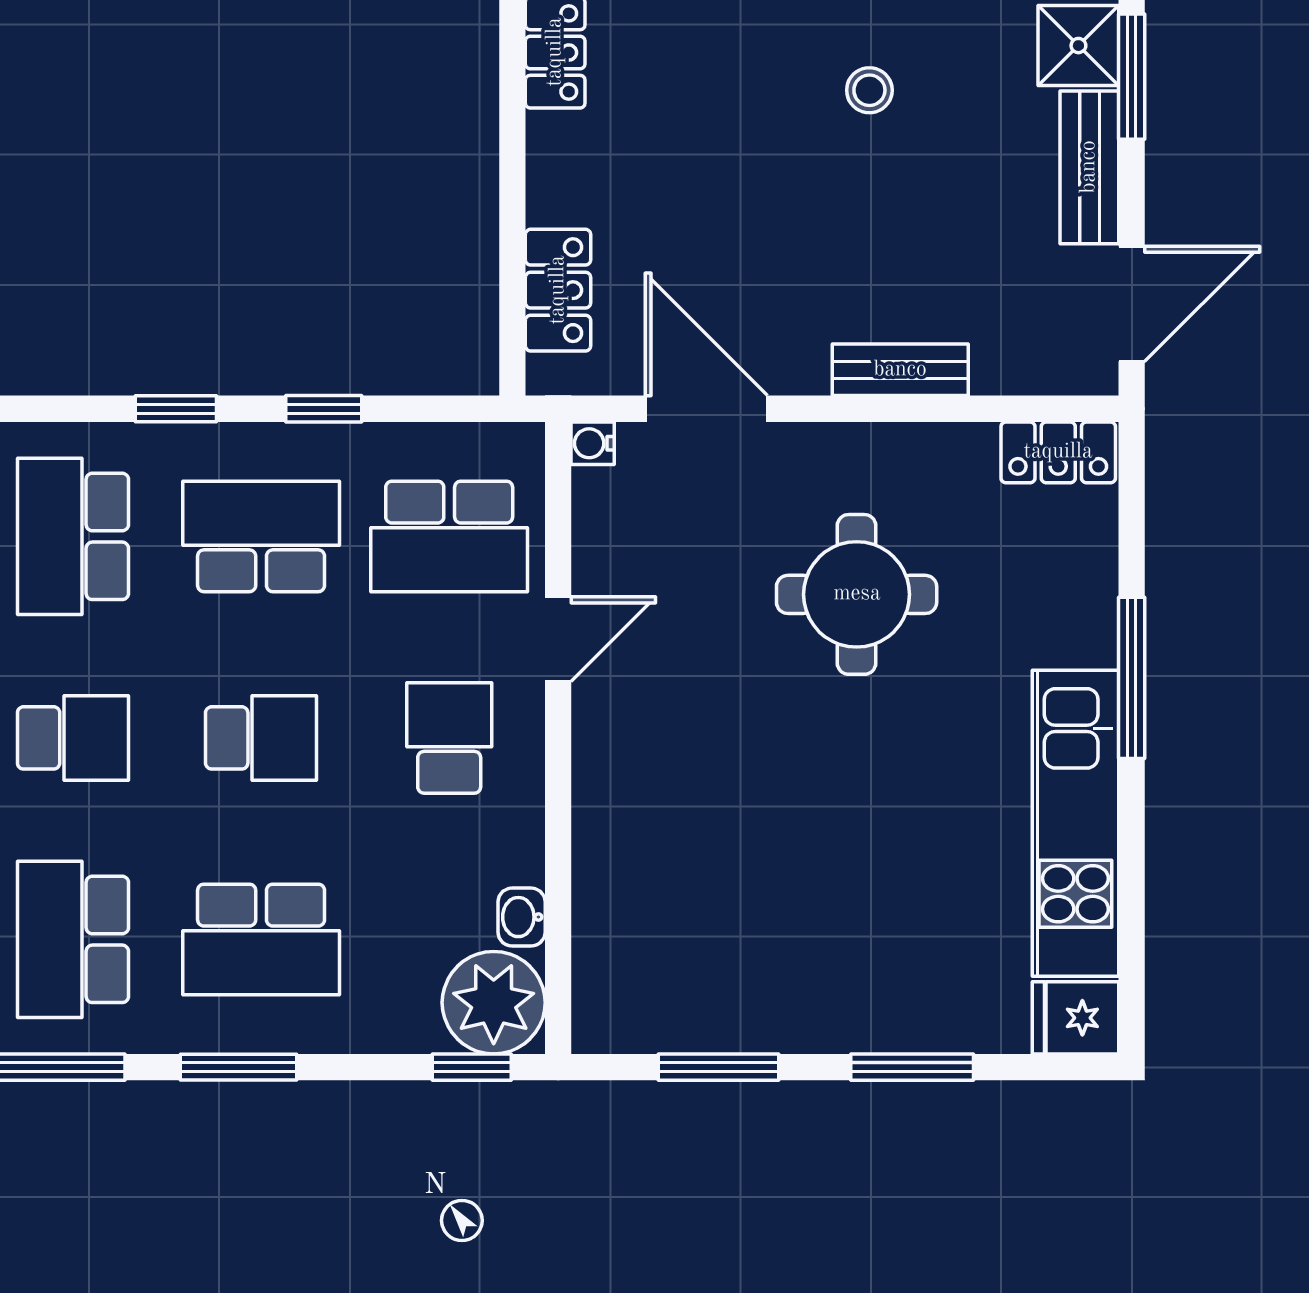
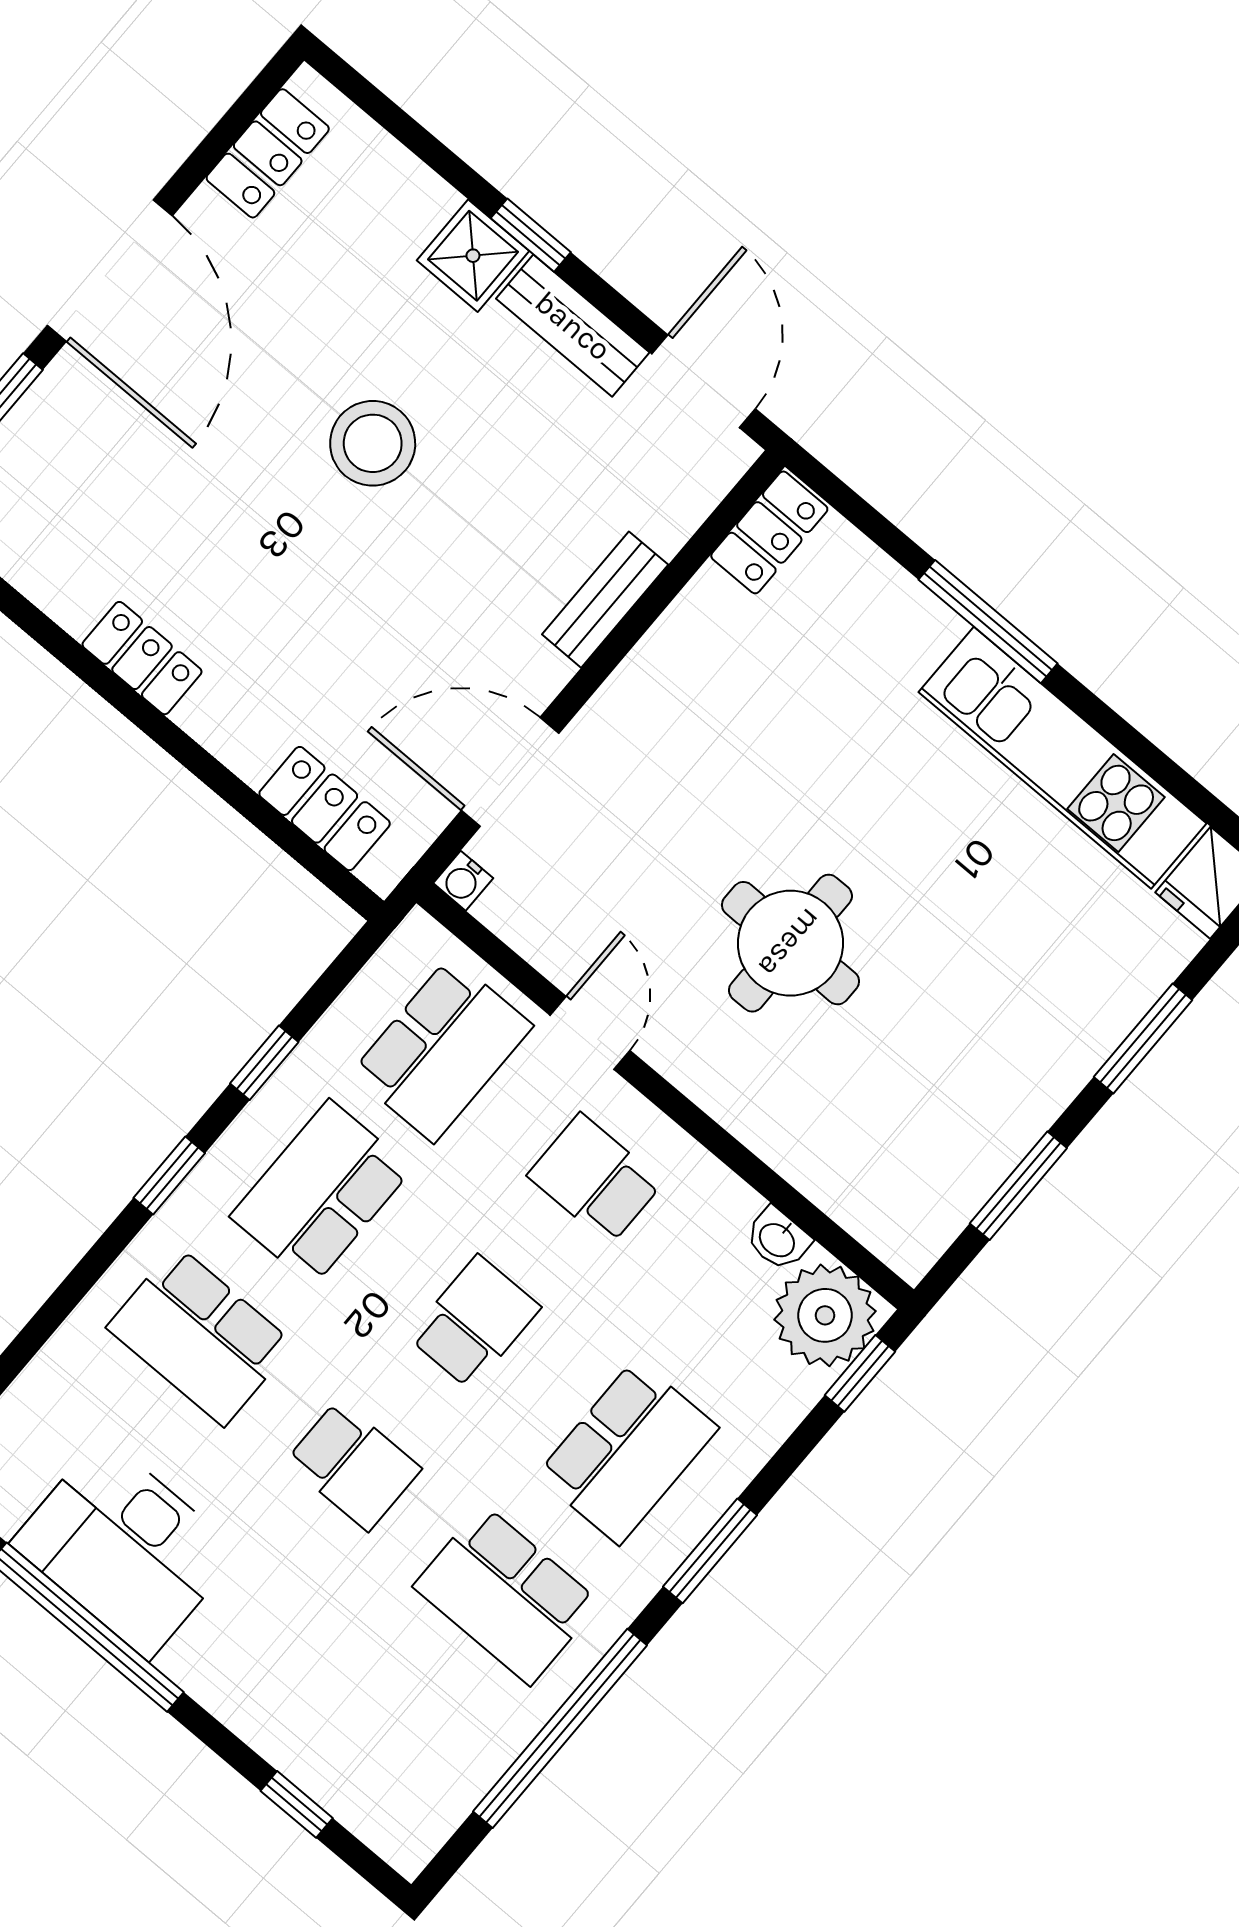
window: (1132, 77) -> (531, 235), width x0.67
stool: (869, 90) -> (373, 443), width x1.89, depth x1.89
round table: (857, 594) -> (790, 943), moved
school desk: (73, 738) -> (353, 1465), turned 90

